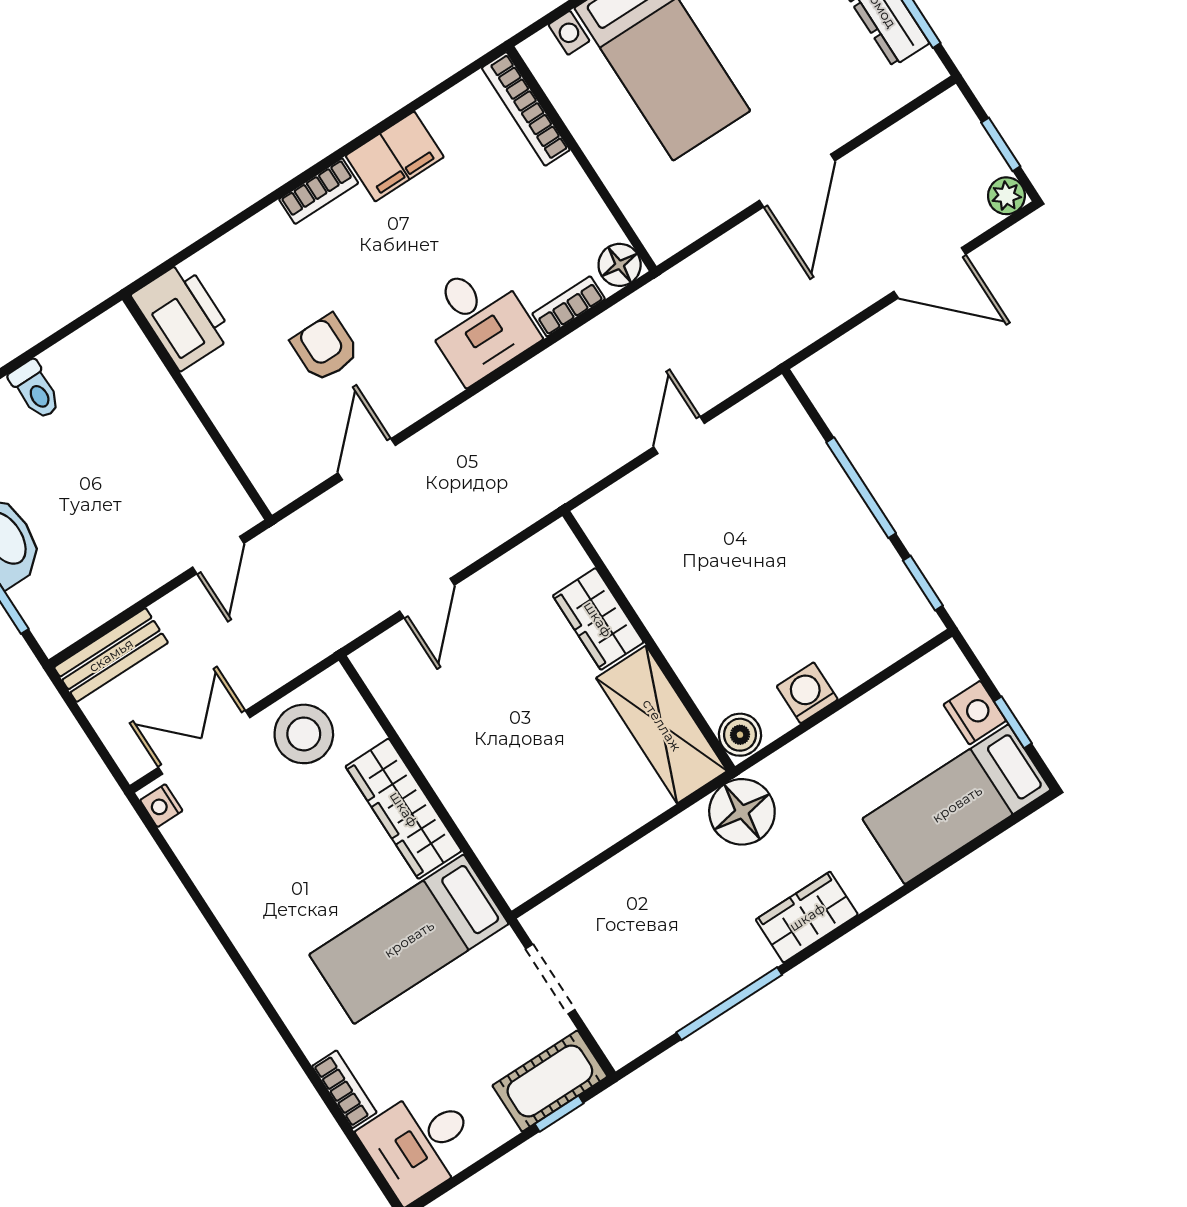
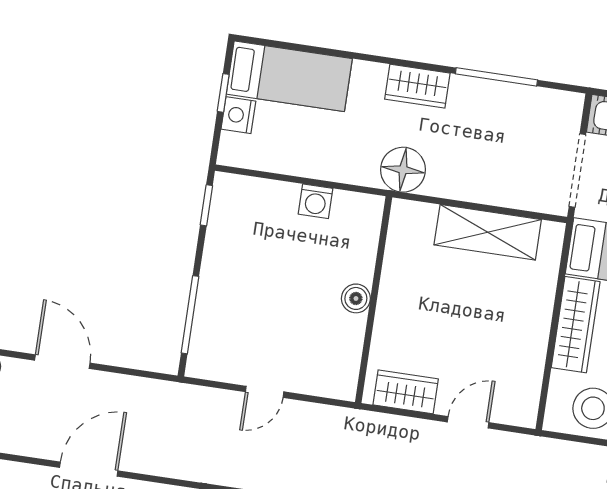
window: (861, 488) -> (190, 315), moved
wardrobe: (598, 619) -> (406, 392), moved, turned -90
shelving: (662, 725) -> (488, 232), moved, turned 90
boiler: (740, 735) -> (356, 298), moved
doorway: (550, 979) -> (577, 171), width x1.38

